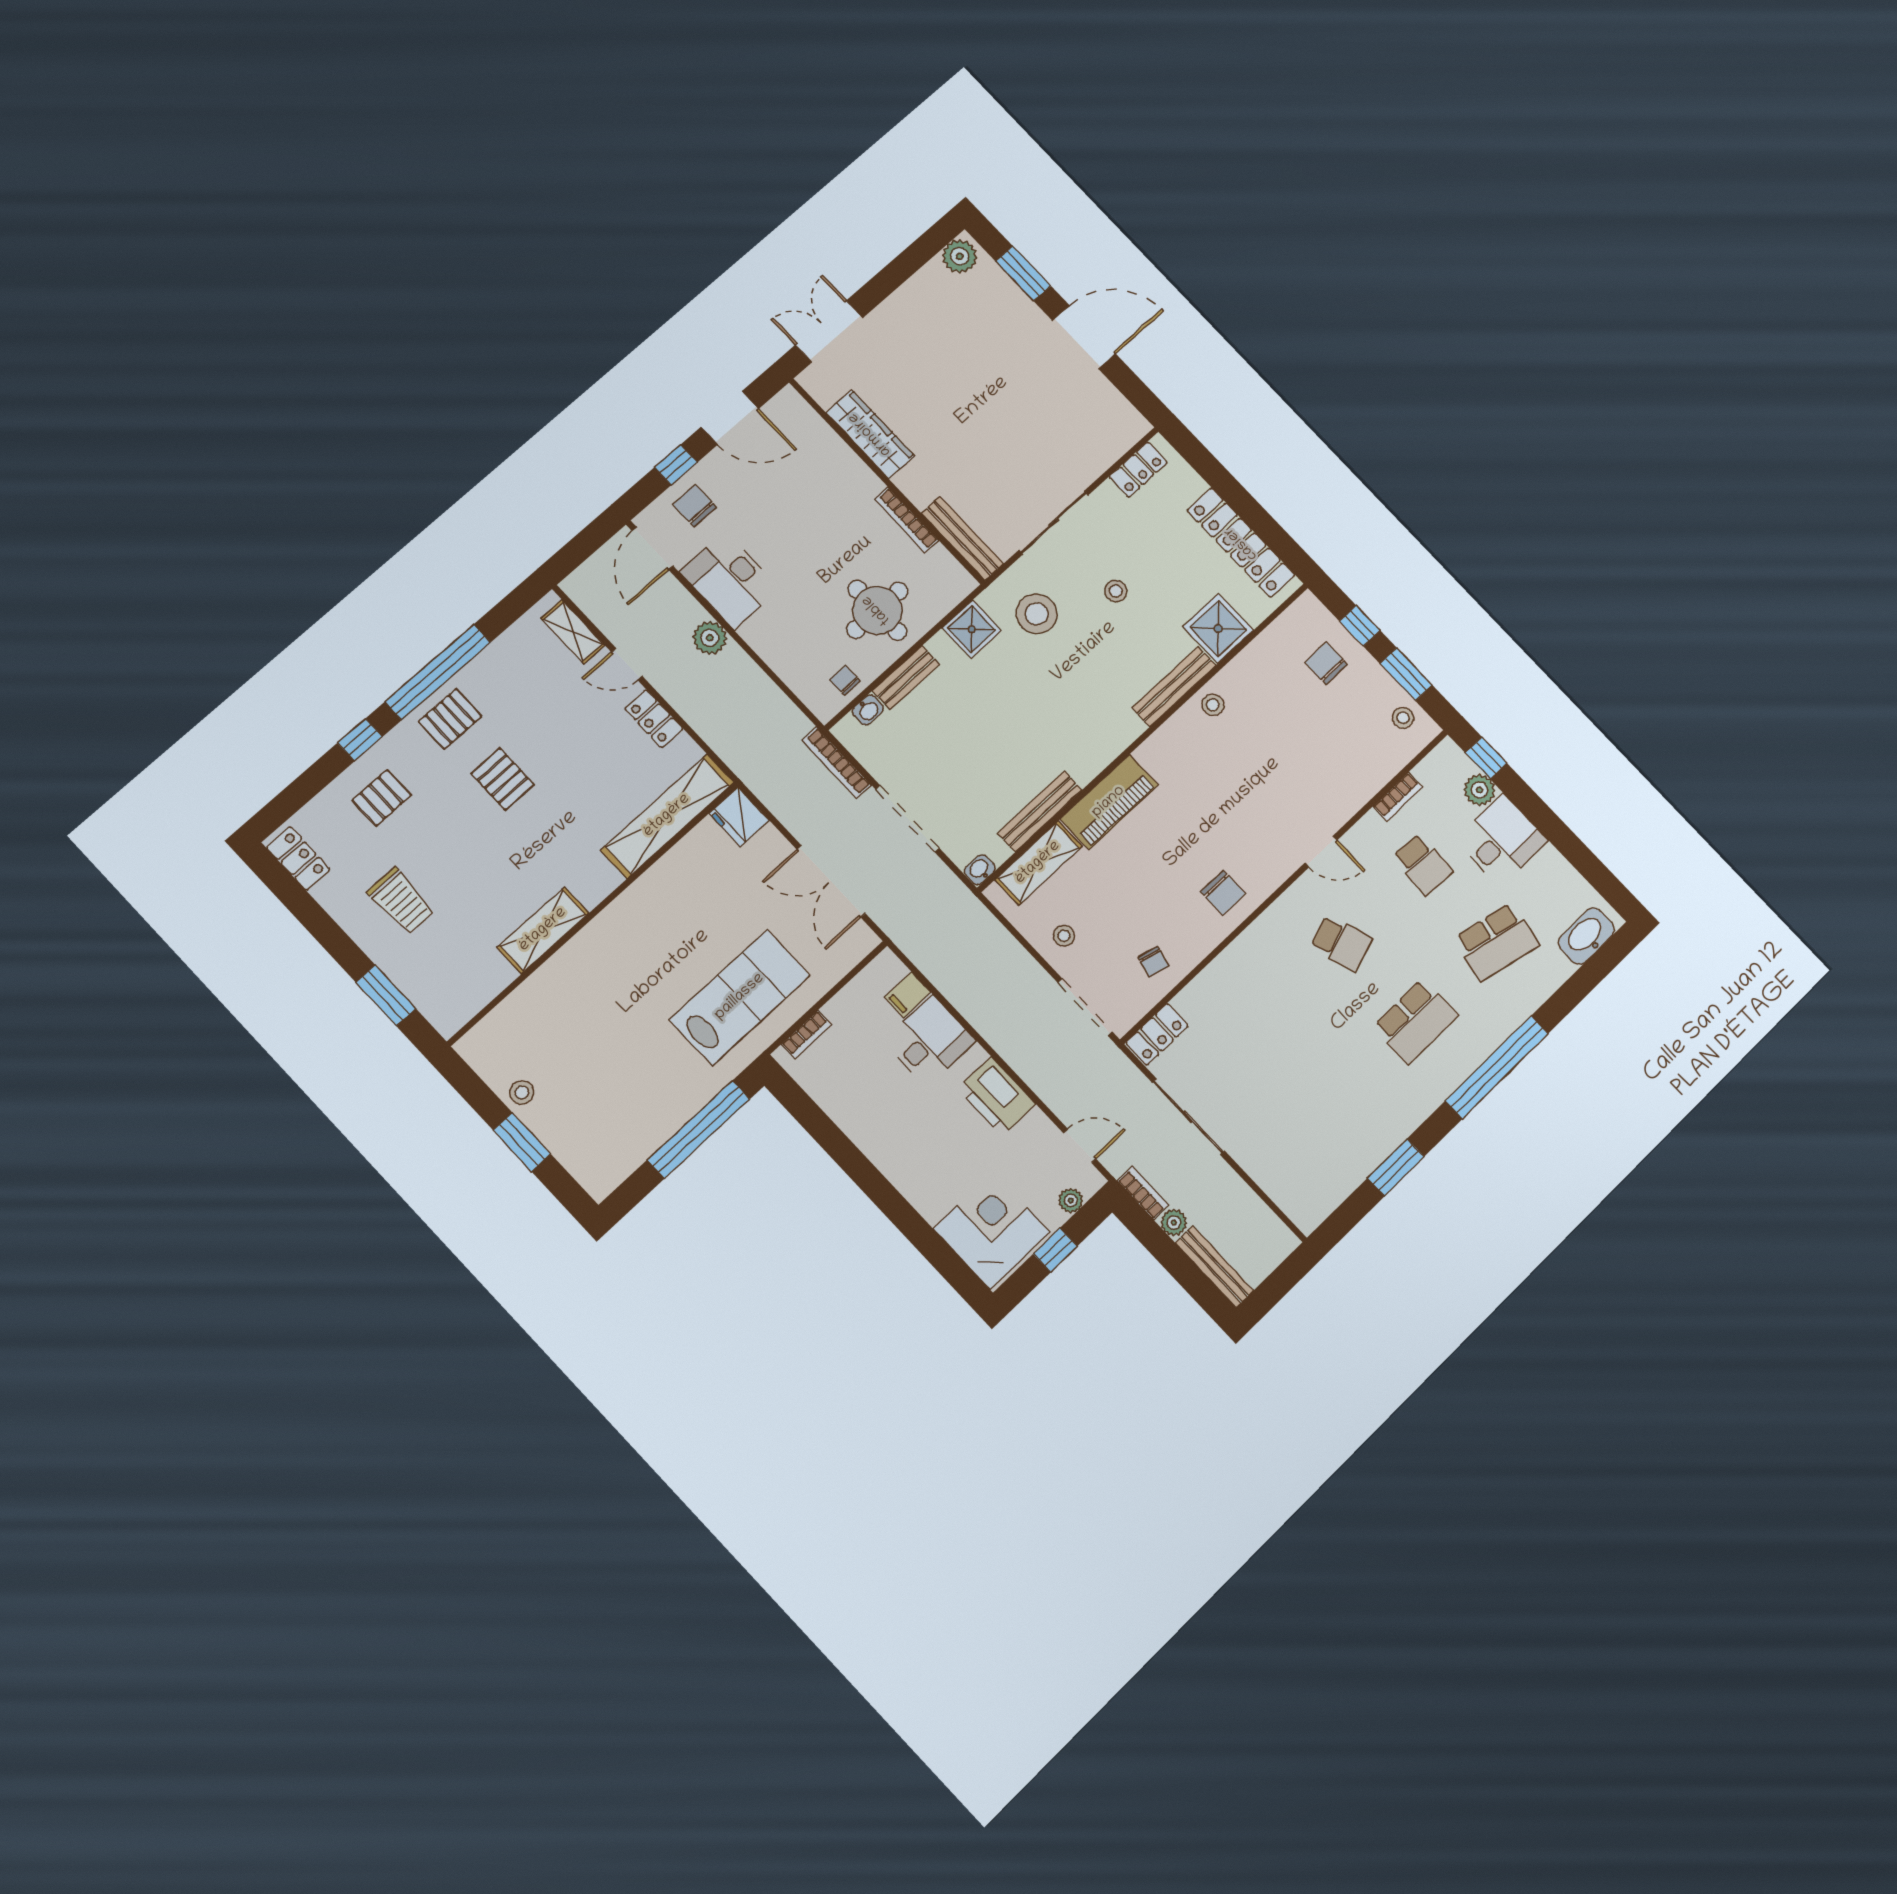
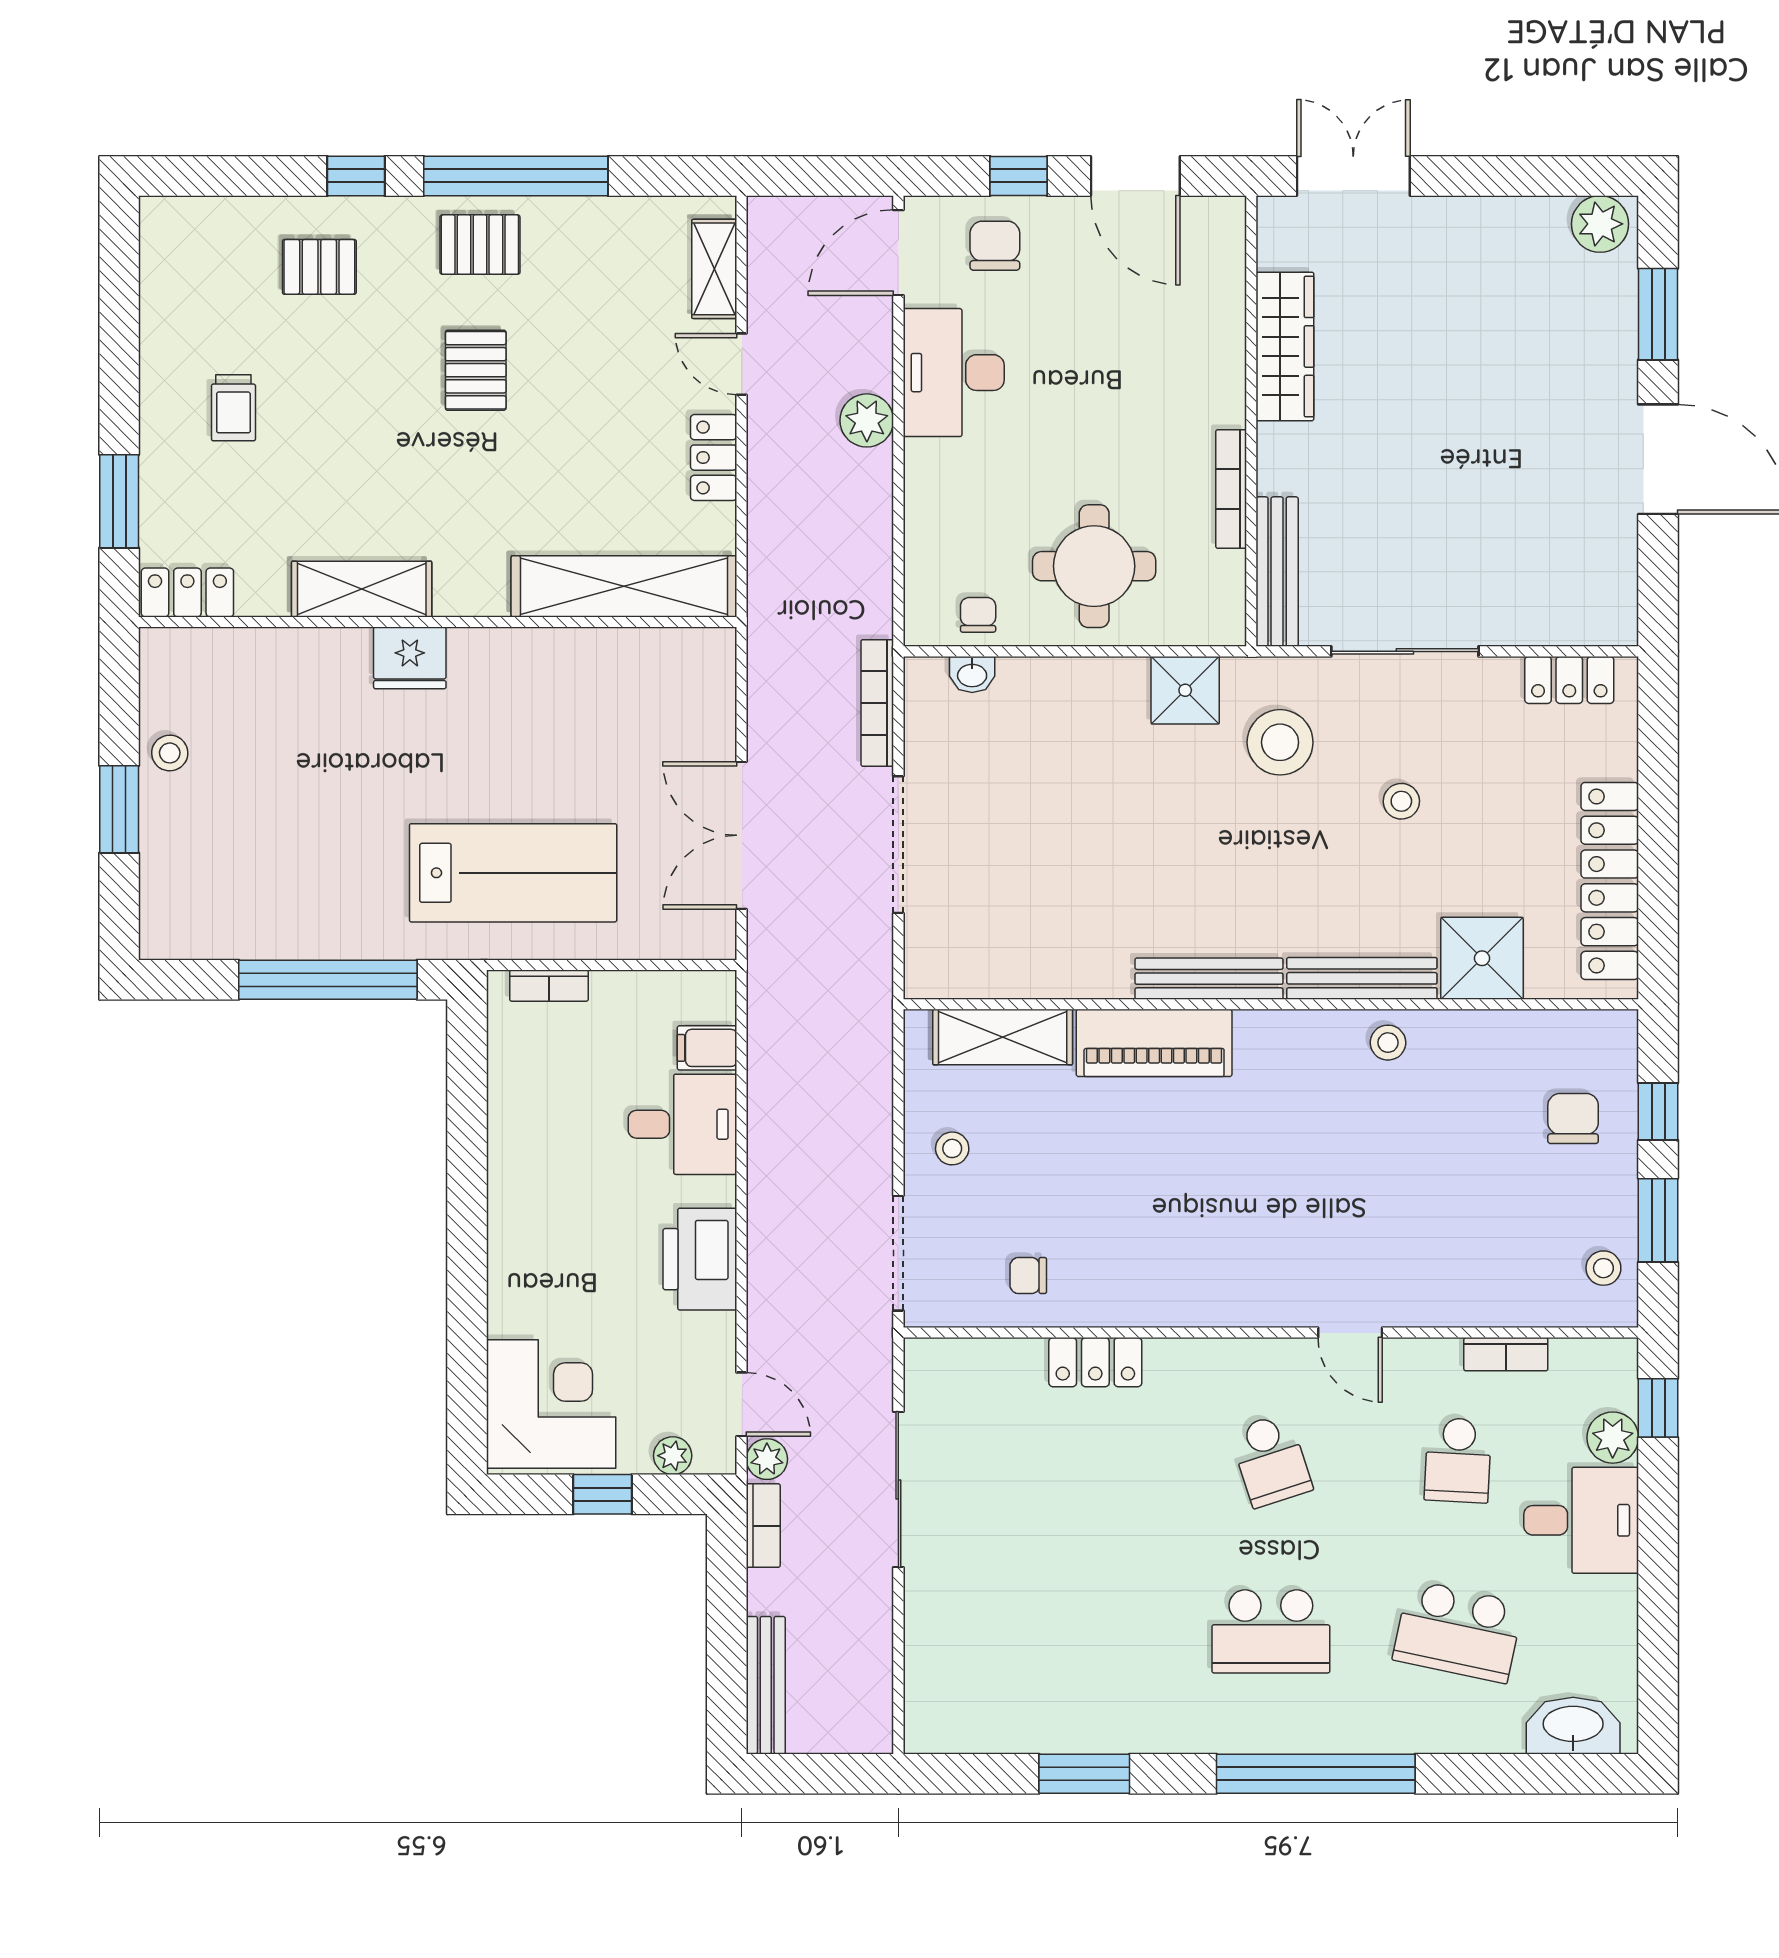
bench: (906, 678) -> (1053, 677), removed
bench: (1040, 812) -> (1209, 979), moved
fridge: (739, 817) -> (410, 658), moved, turned -90
locker: (298, 858) -> (187, 592), moved, turned -90
washbasin: (980, 870) -> (927, 981), removed
chair: (1223, 893) -> (1187, 1272), removed
trolley: (401, 901) -> (233, 408), width x0.73, depth x0.72
chair: (1154, 962) -> (1028, 1276), turned 76
locker: (1157, 1034) -> (1095, 1362), moved
plant: (1174, 1223) -> (767, 1459), moved

